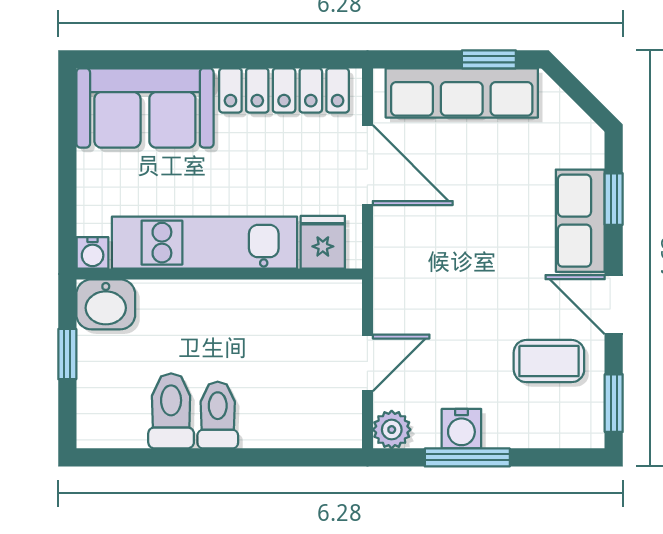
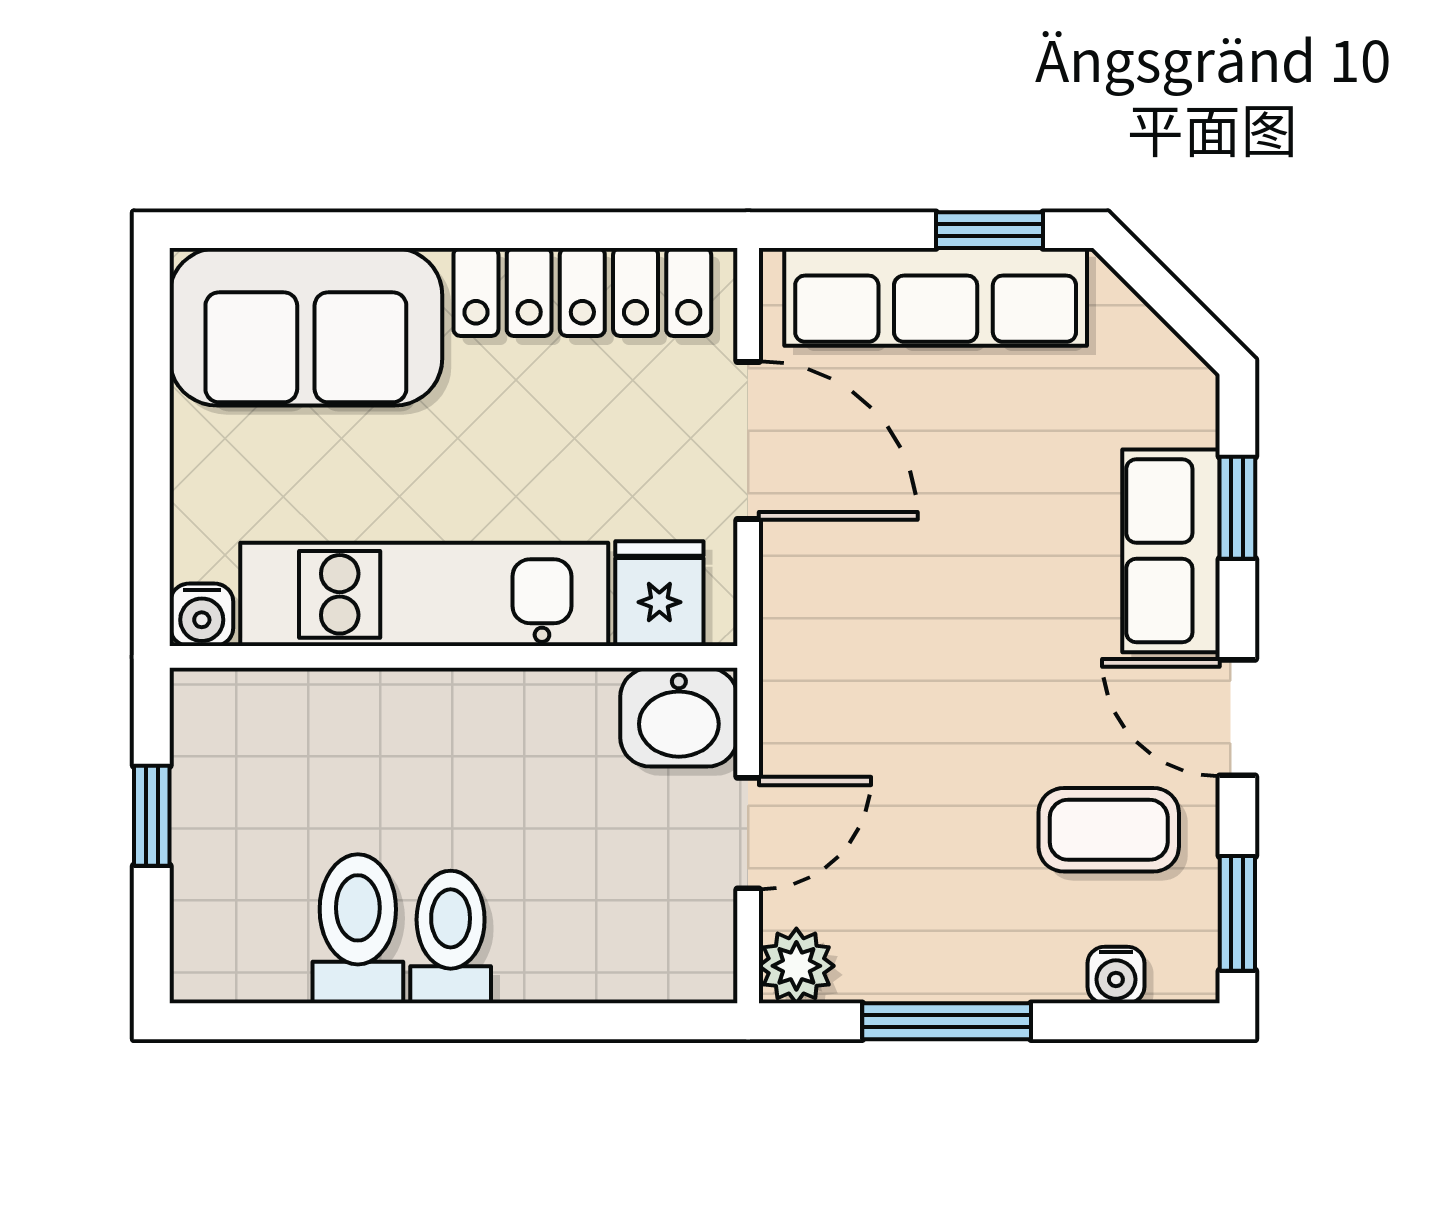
washbasin: (106, 304) -> (679, 717), moved
water cooler: (461, 429) -> (1116, 975), moved, width x0.72, depth x0.72

